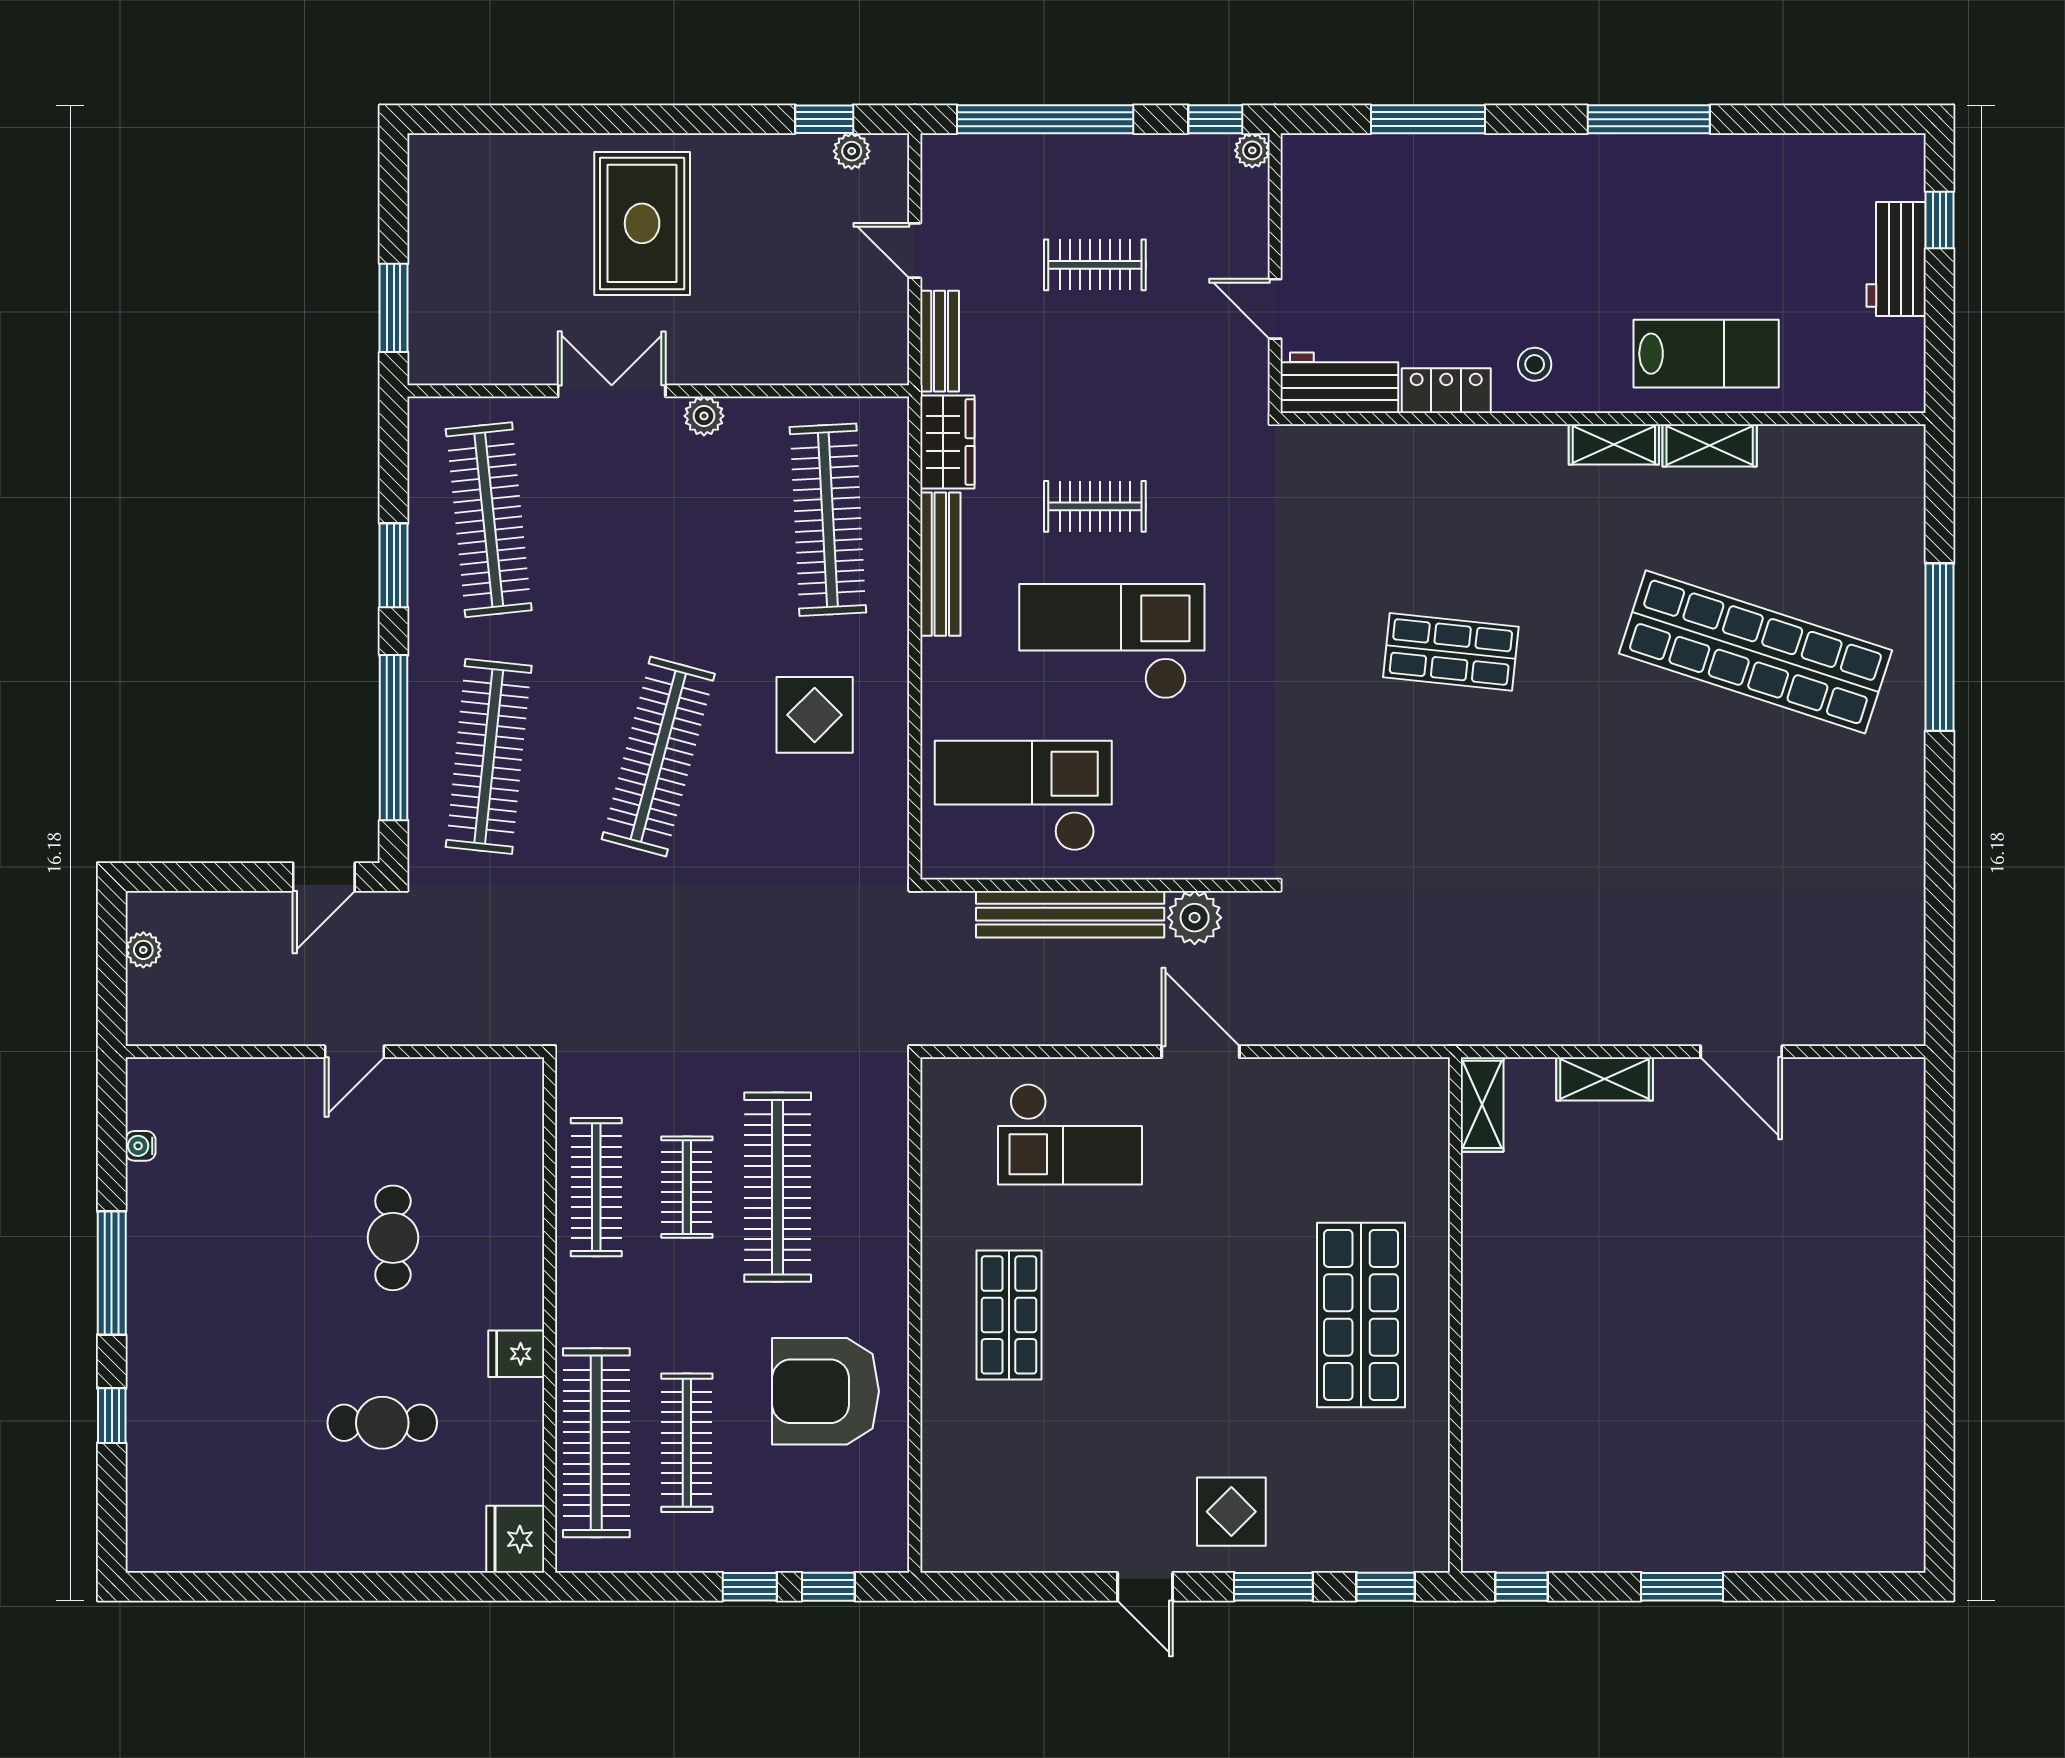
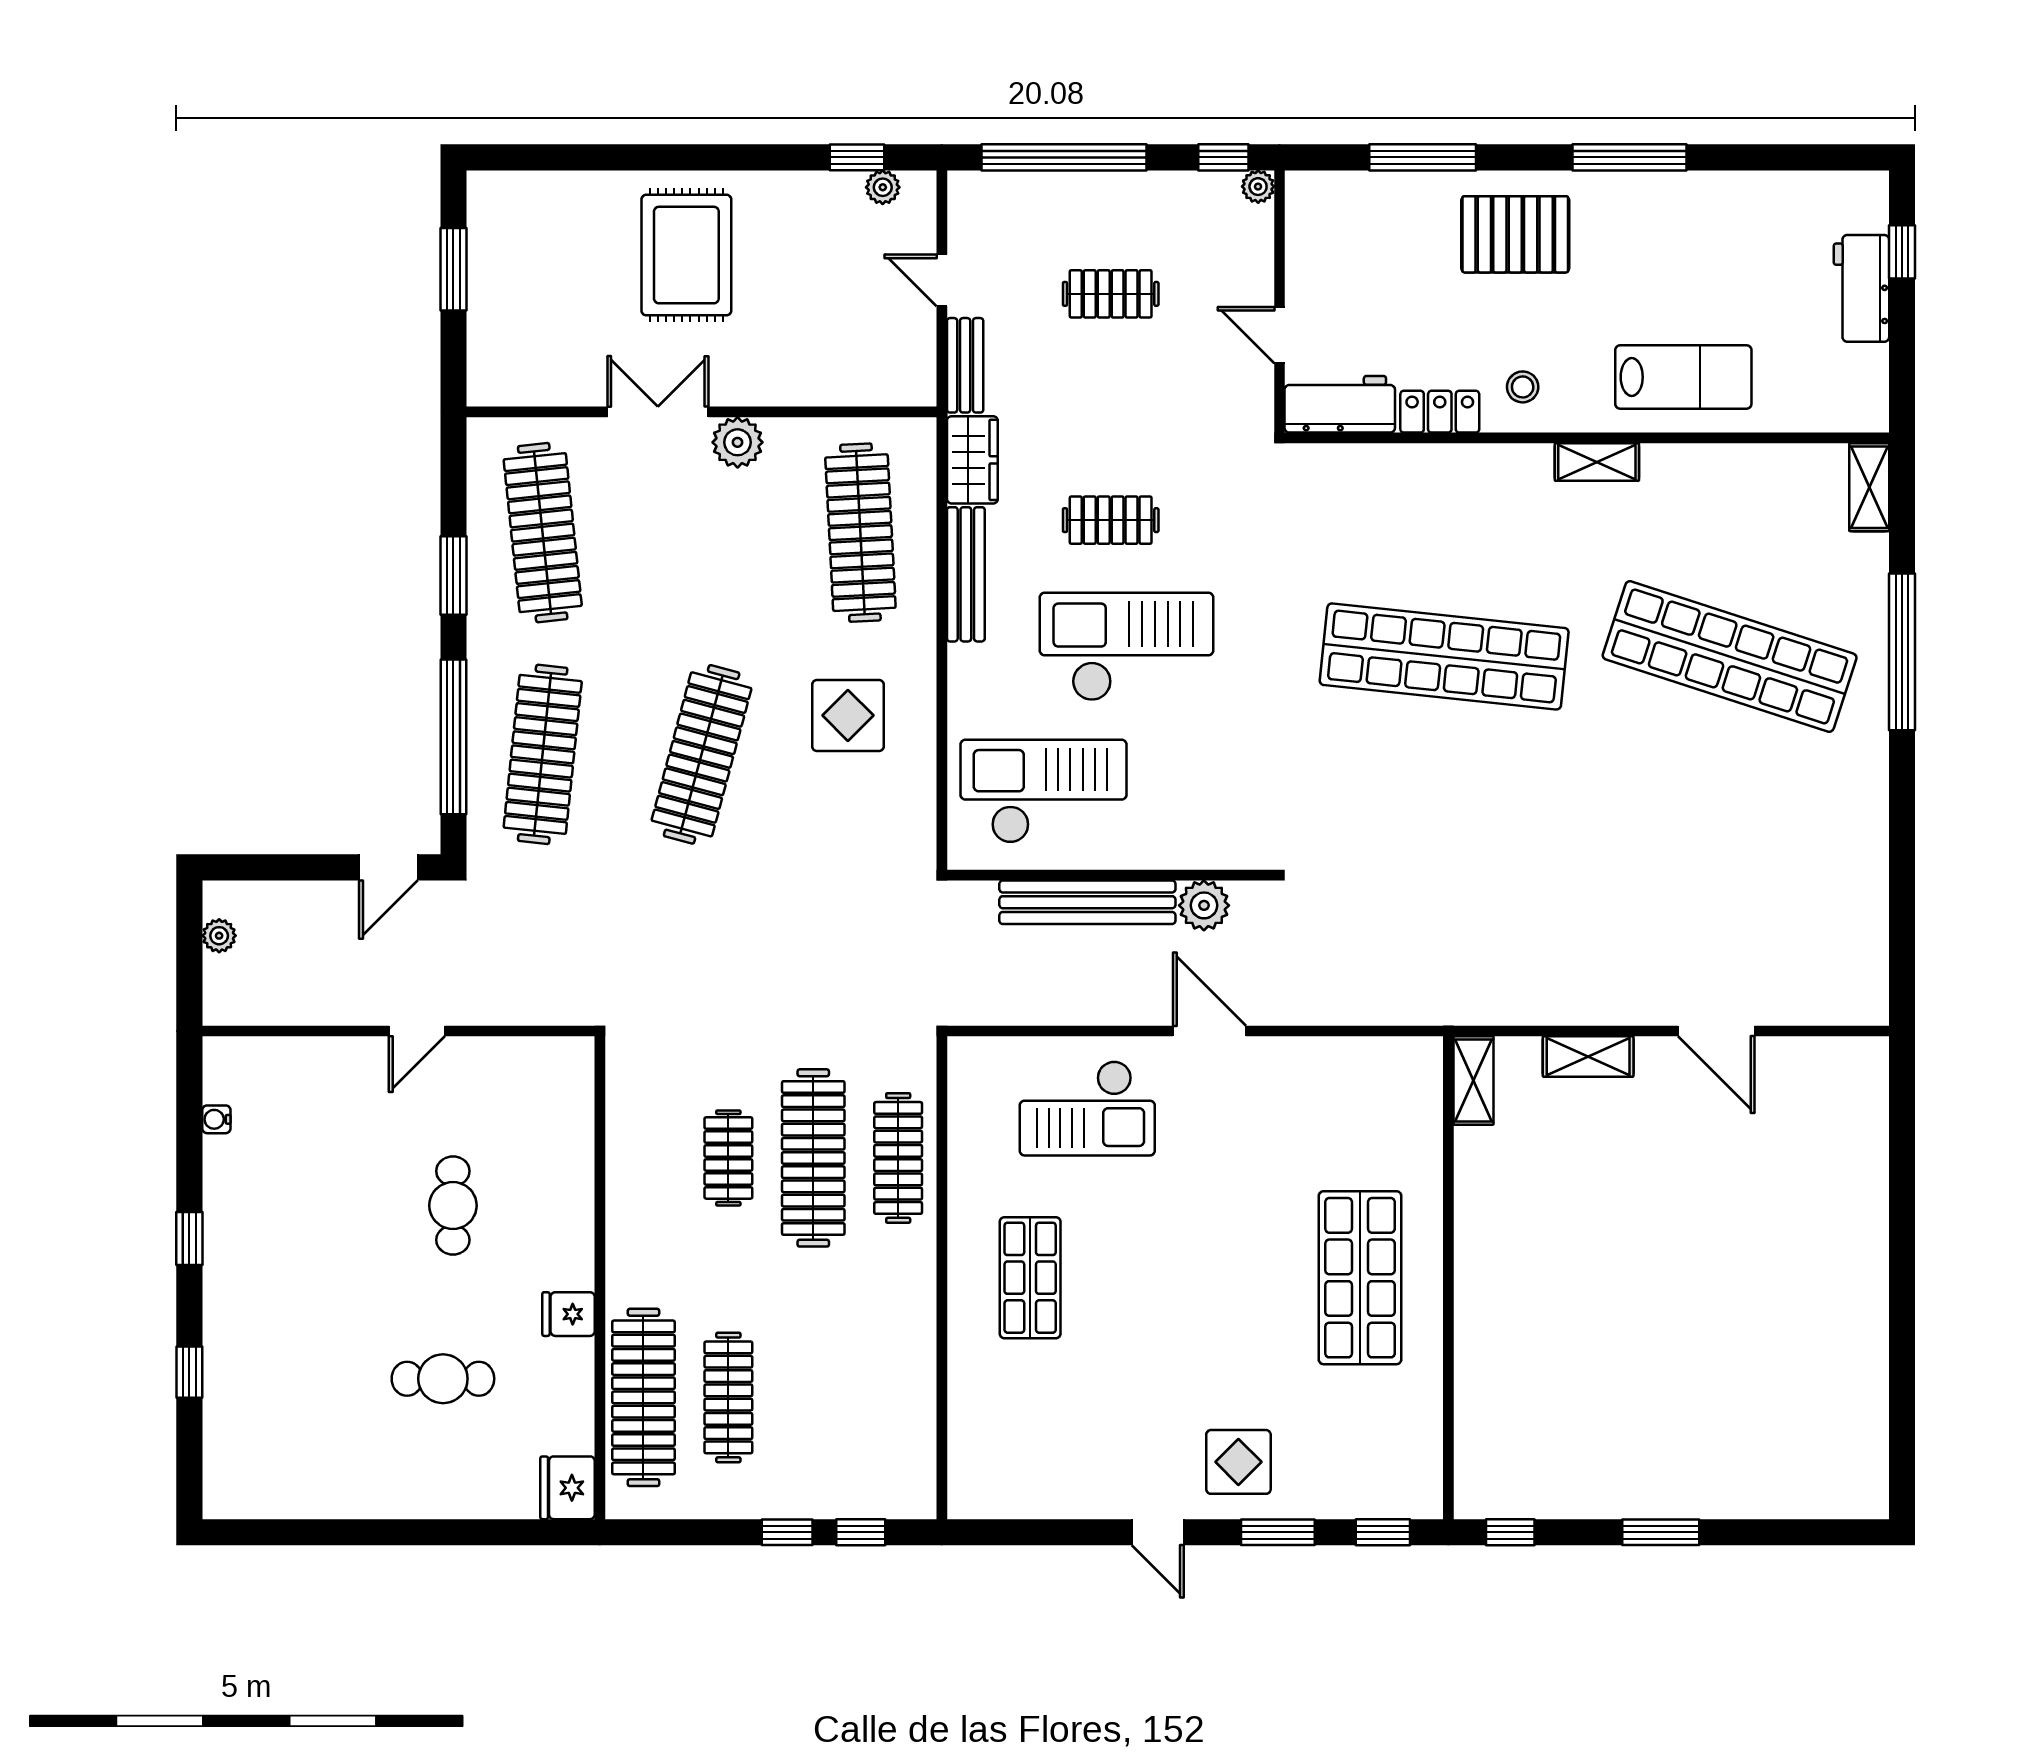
pallet: (1527, 201) -> (1515, 234), added
window: (394, 308) -> (453, 269), moved
plant: (704, 416) -> (738, 442), width x1.38, depth x1.38
shelving: (1710, 445) -> (1869, 487), moved, turned 90
shop shelf: (1451, 652) -> (1444, 656), width x2.00, depth x1.36
clothes rail: (596, 1187) -> (898, 1158), moved
window: (112, 1273) -> (189, 1238), width x0.46
armchair: (825, 1391) -> (858, 1349), removed

